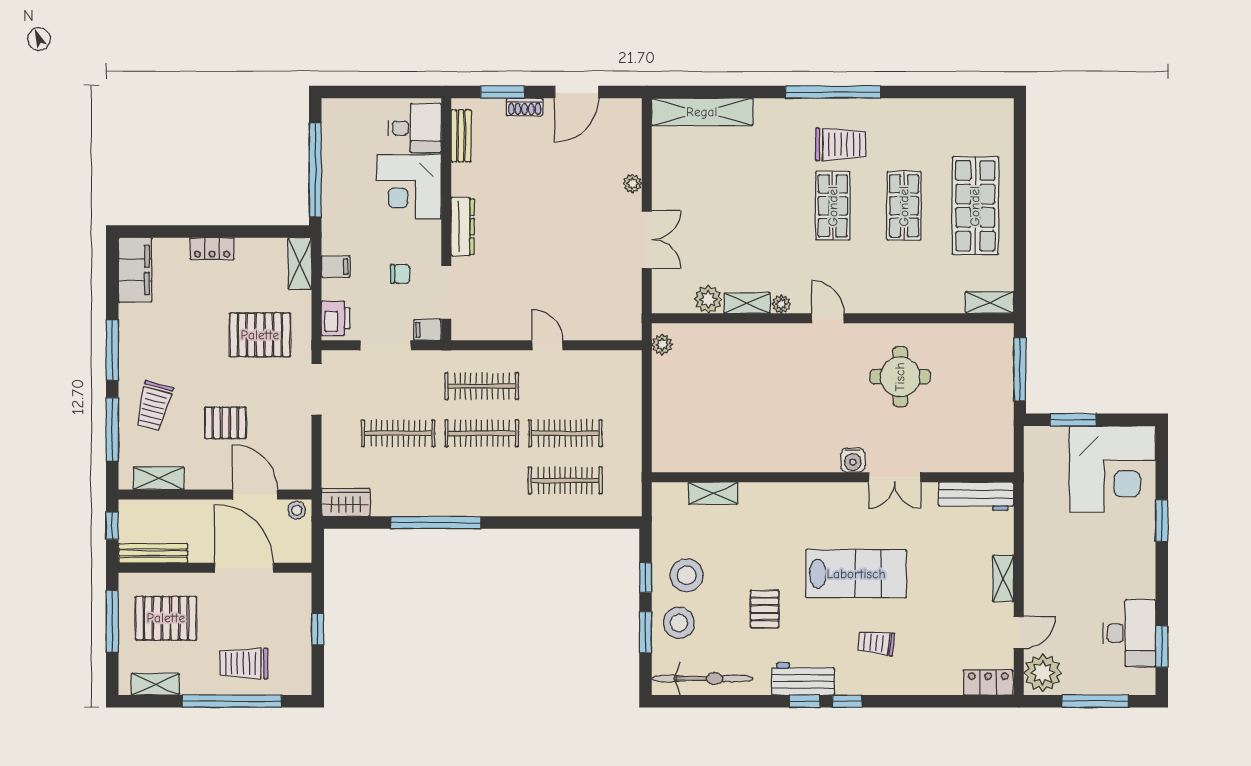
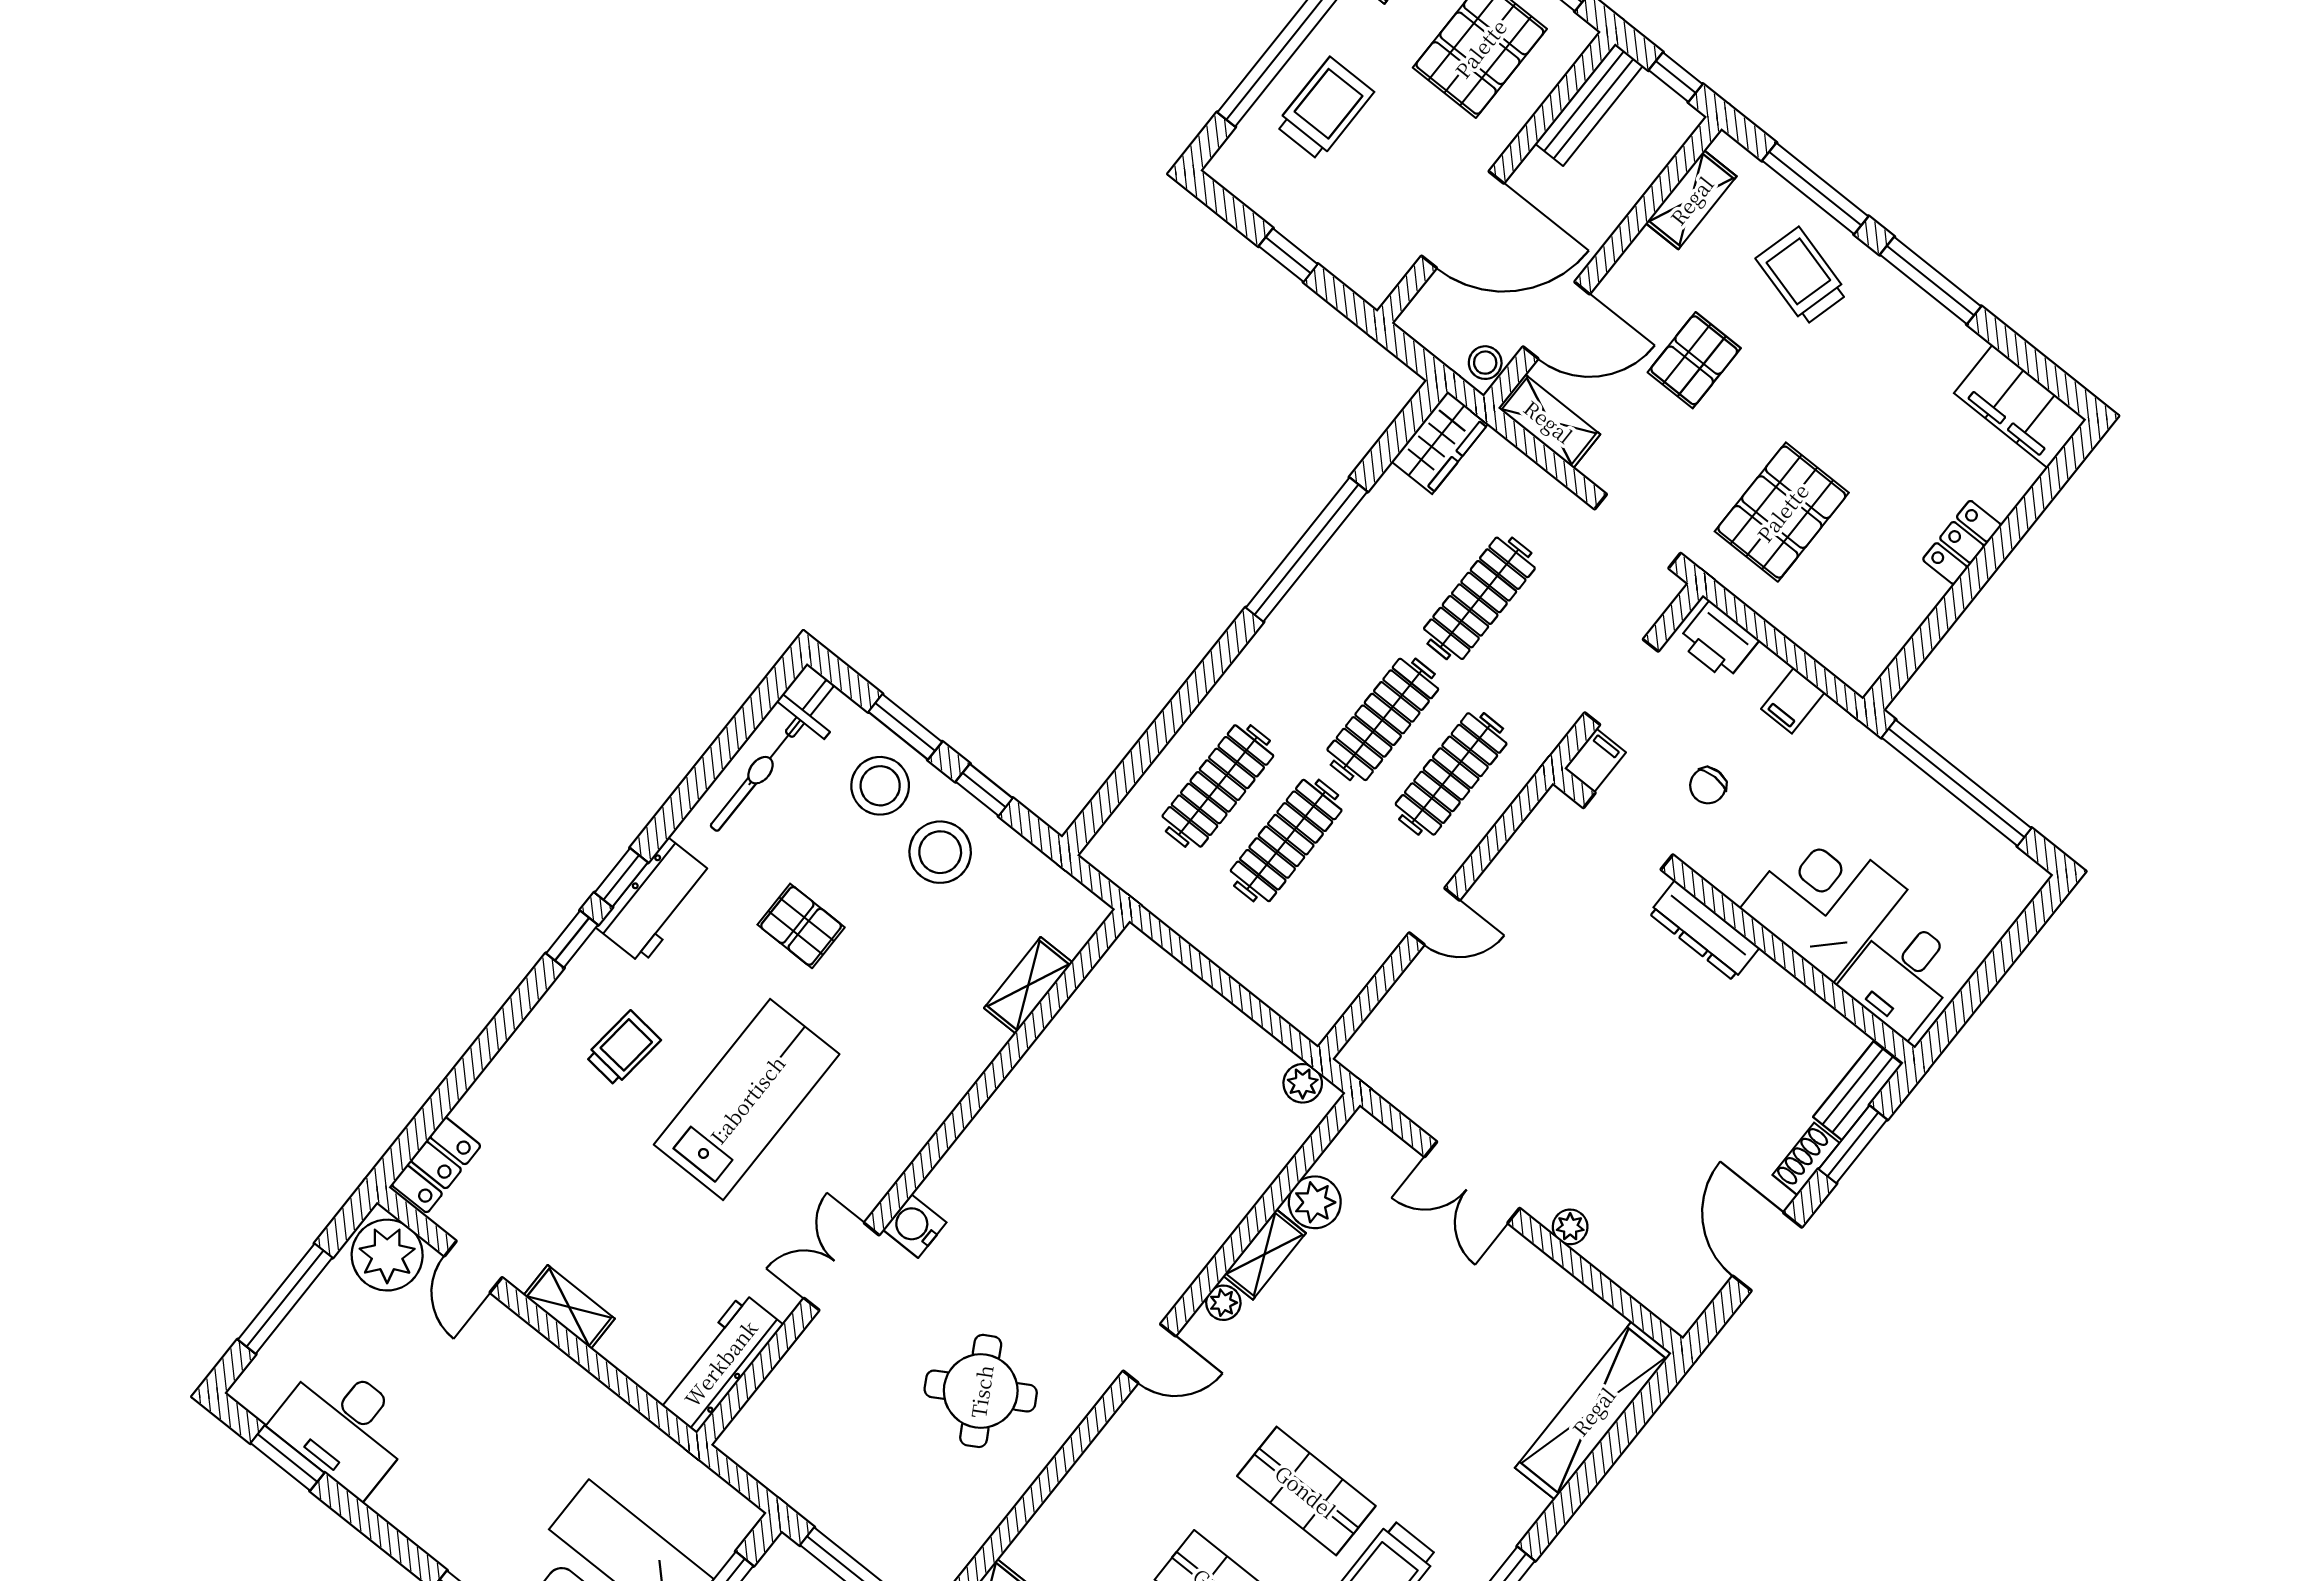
bench: (461, 136) -> (1858, 1091), moved, turned 90
shelving: (300, 264) -> (1549, 421), moved
round table: (900, 377) -> (981, 1391), turned -30
lab bench: (856, 574) -> (747, 1099), turned 180

